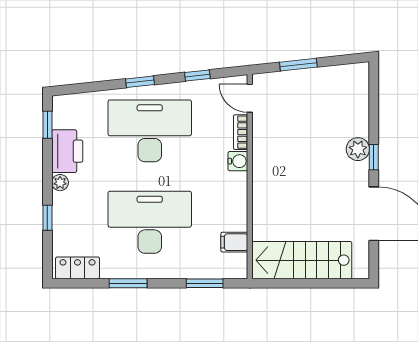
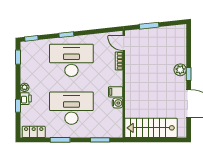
window: (197, 76) -> (31, 38), moved
printer: (67, 151) -> (26, 99), moved, width x0.53, depth x0.68
water cooler: (238, 161) -> (118, 103), moved
filing cabinet: (234, 242) -> (116, 92), moved

